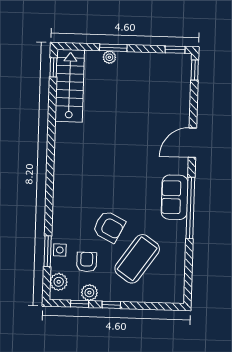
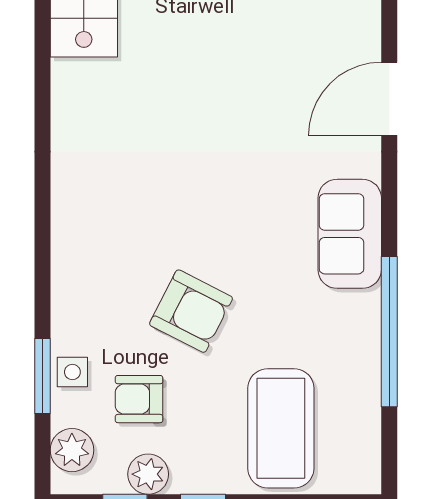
window: (190, 208) -> (389, 332), moved
coffee table: (137, 259) -> (281, 428), moved, turned -35
armchair: (87, 262) -> (139, 399), turned -90

